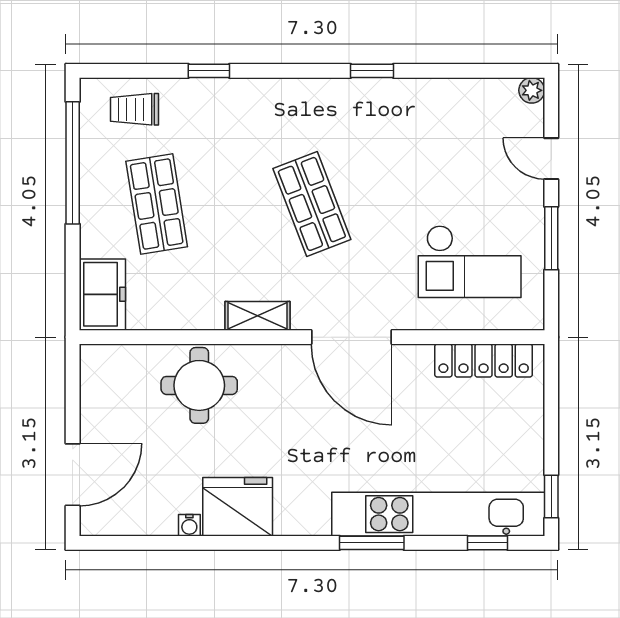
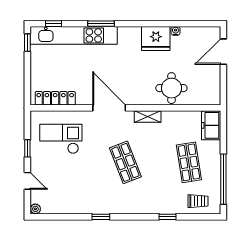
window: (551, 238) -> (27, 148), width x0.67

